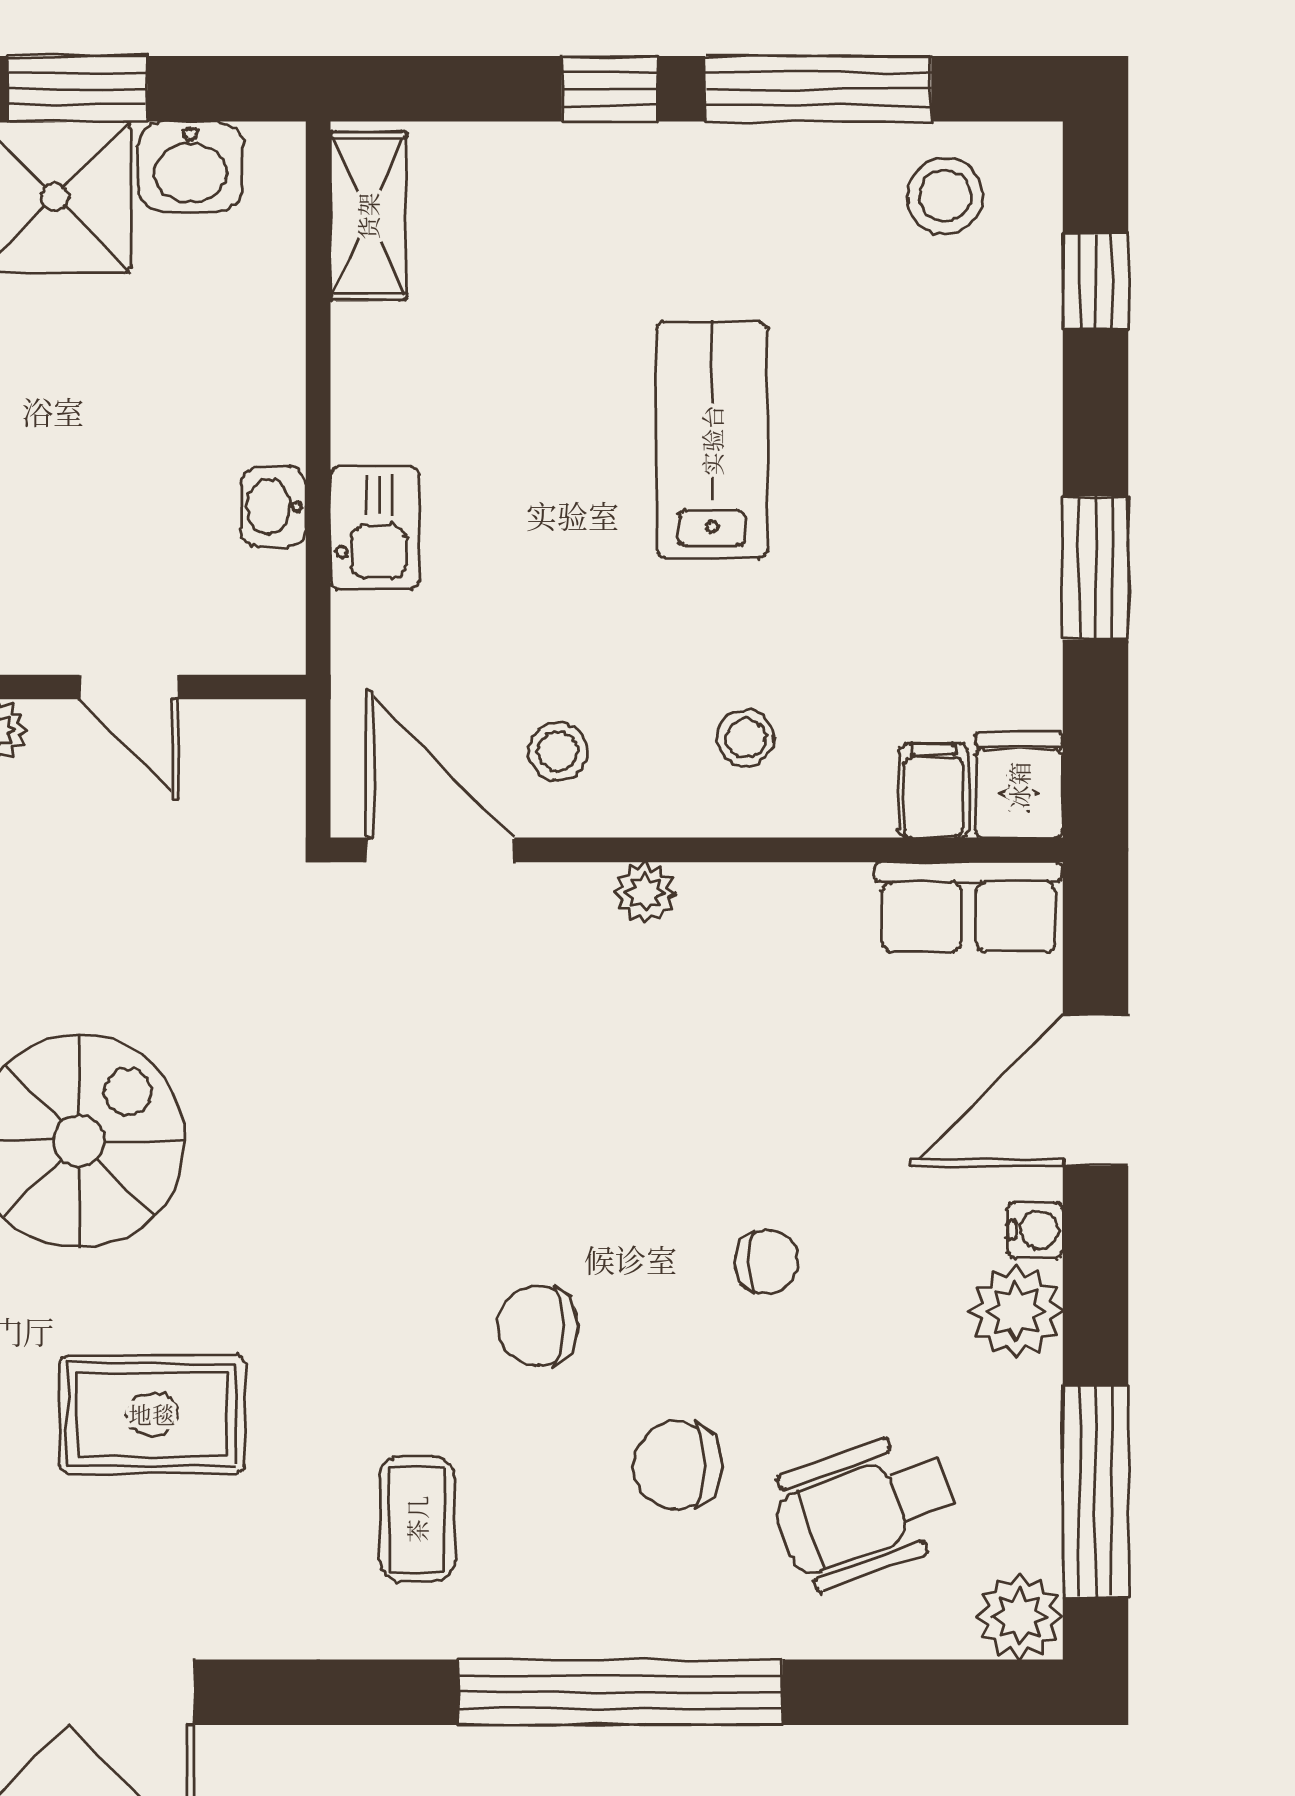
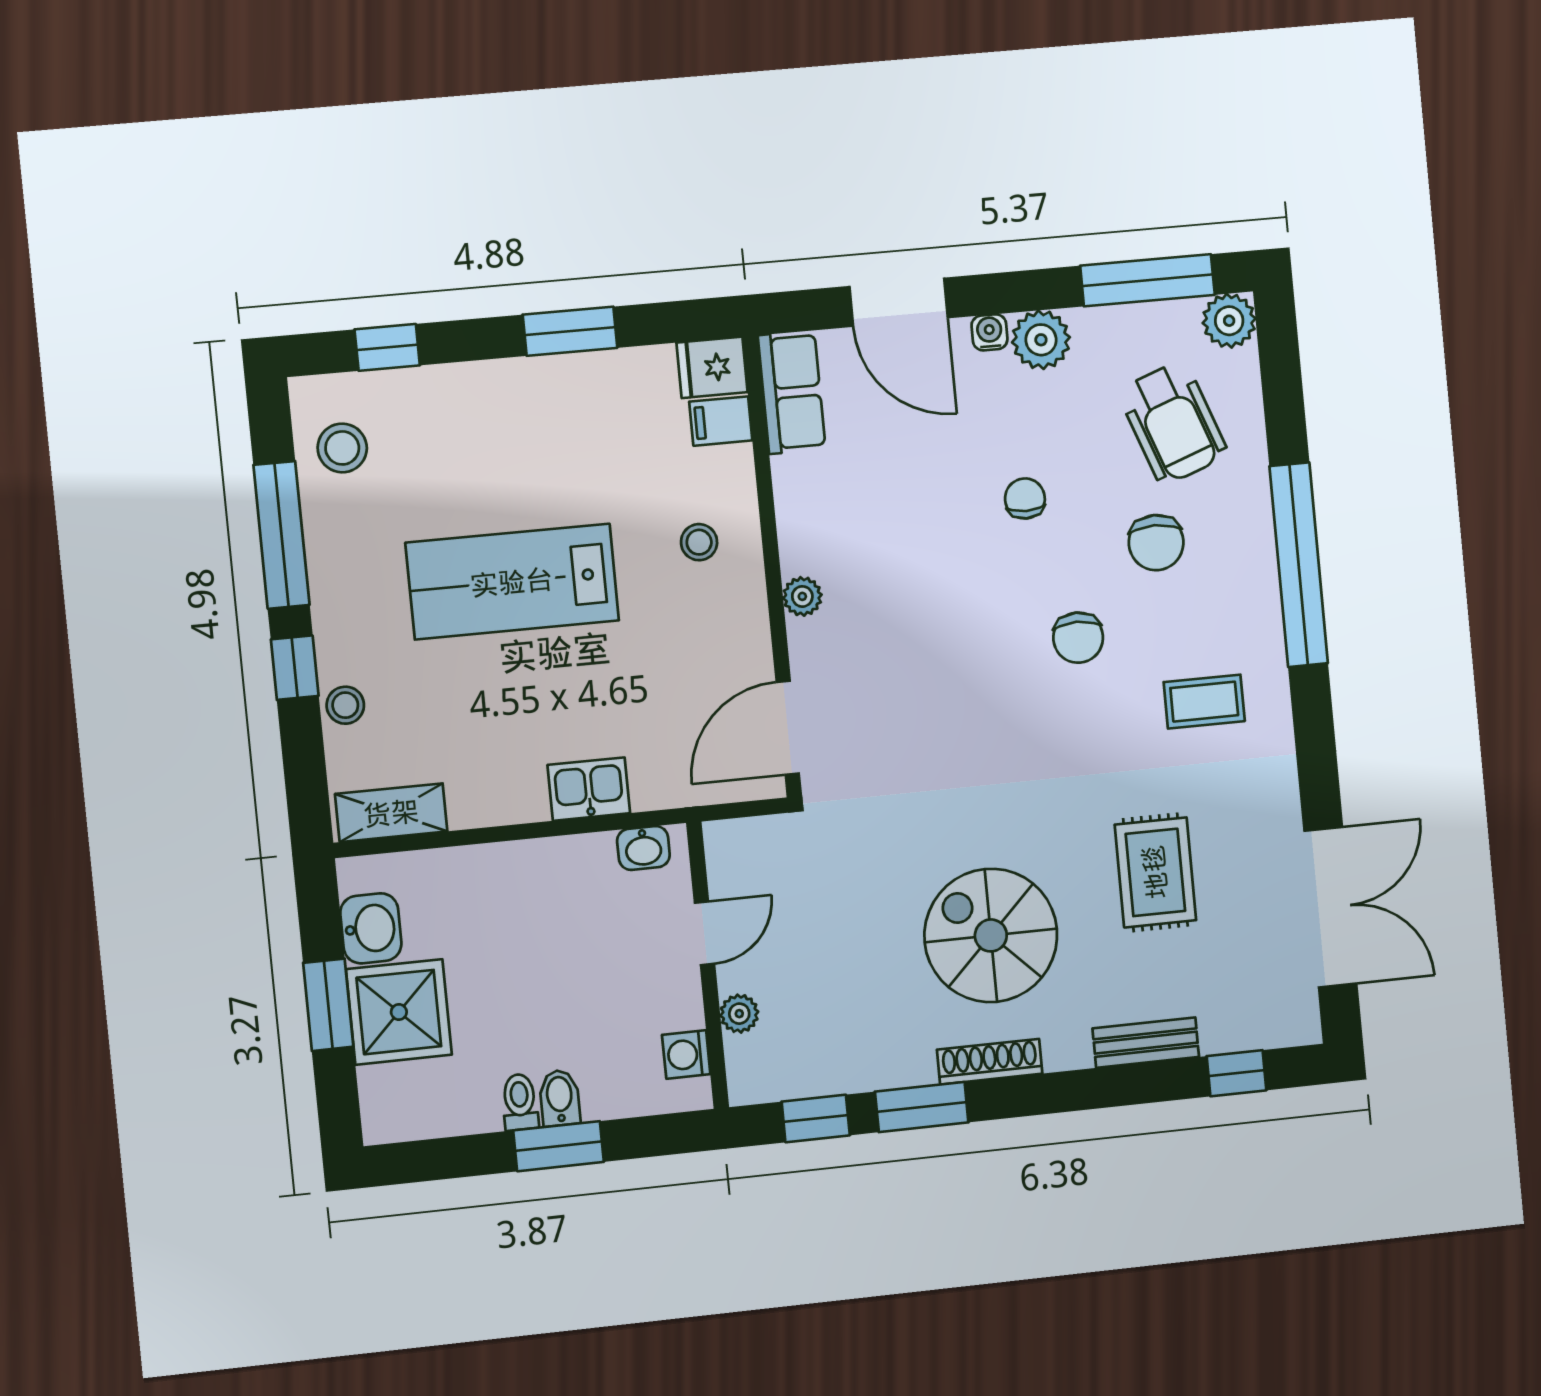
lab bench: (712, 440) -> (512, 582), width x1.36, depth x1.39
washbasin: (273, 507) -> (643, 848), moved
stool: (558, 751) -> (345, 705), moved

